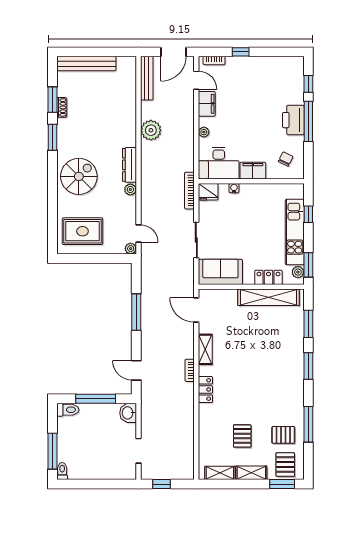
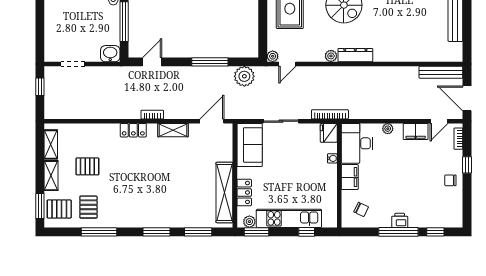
chair: (256, 69) -> (450, 180), added
printer: (293, 120) -> (400, 220), width x0.53, depth x0.68
plant: (151, 130) -> (244, 76), moved

